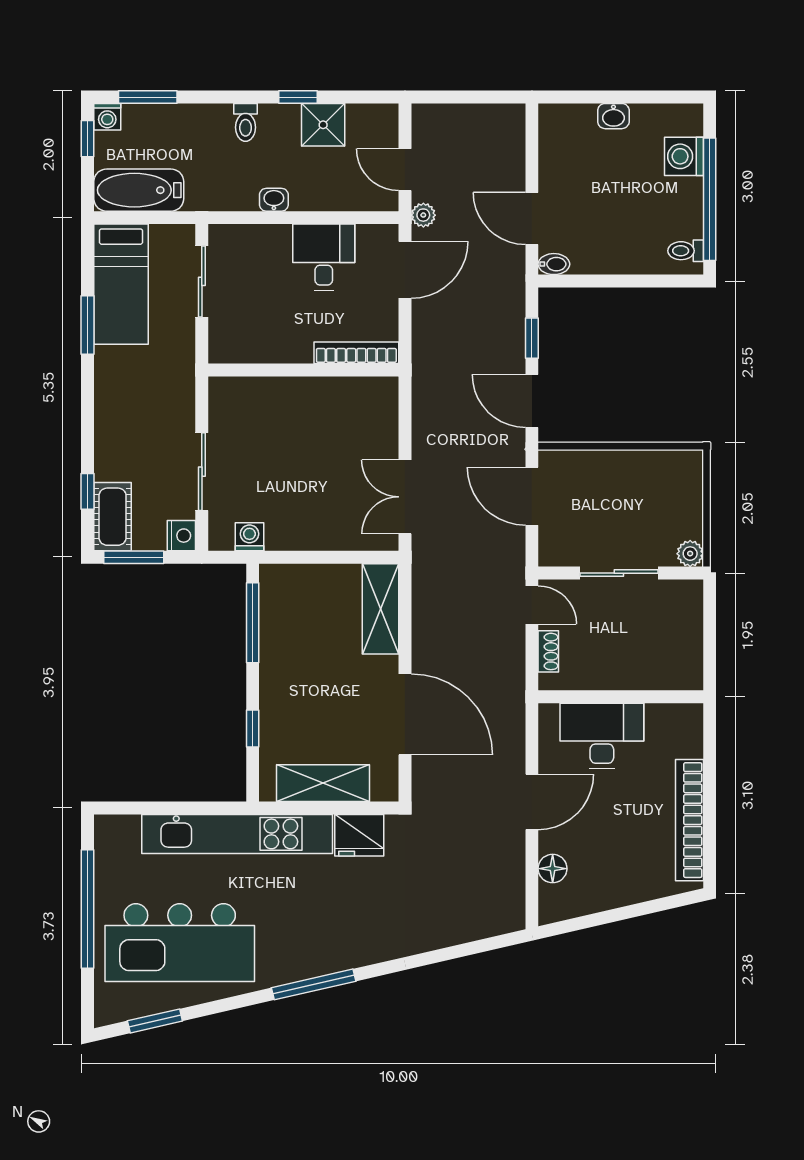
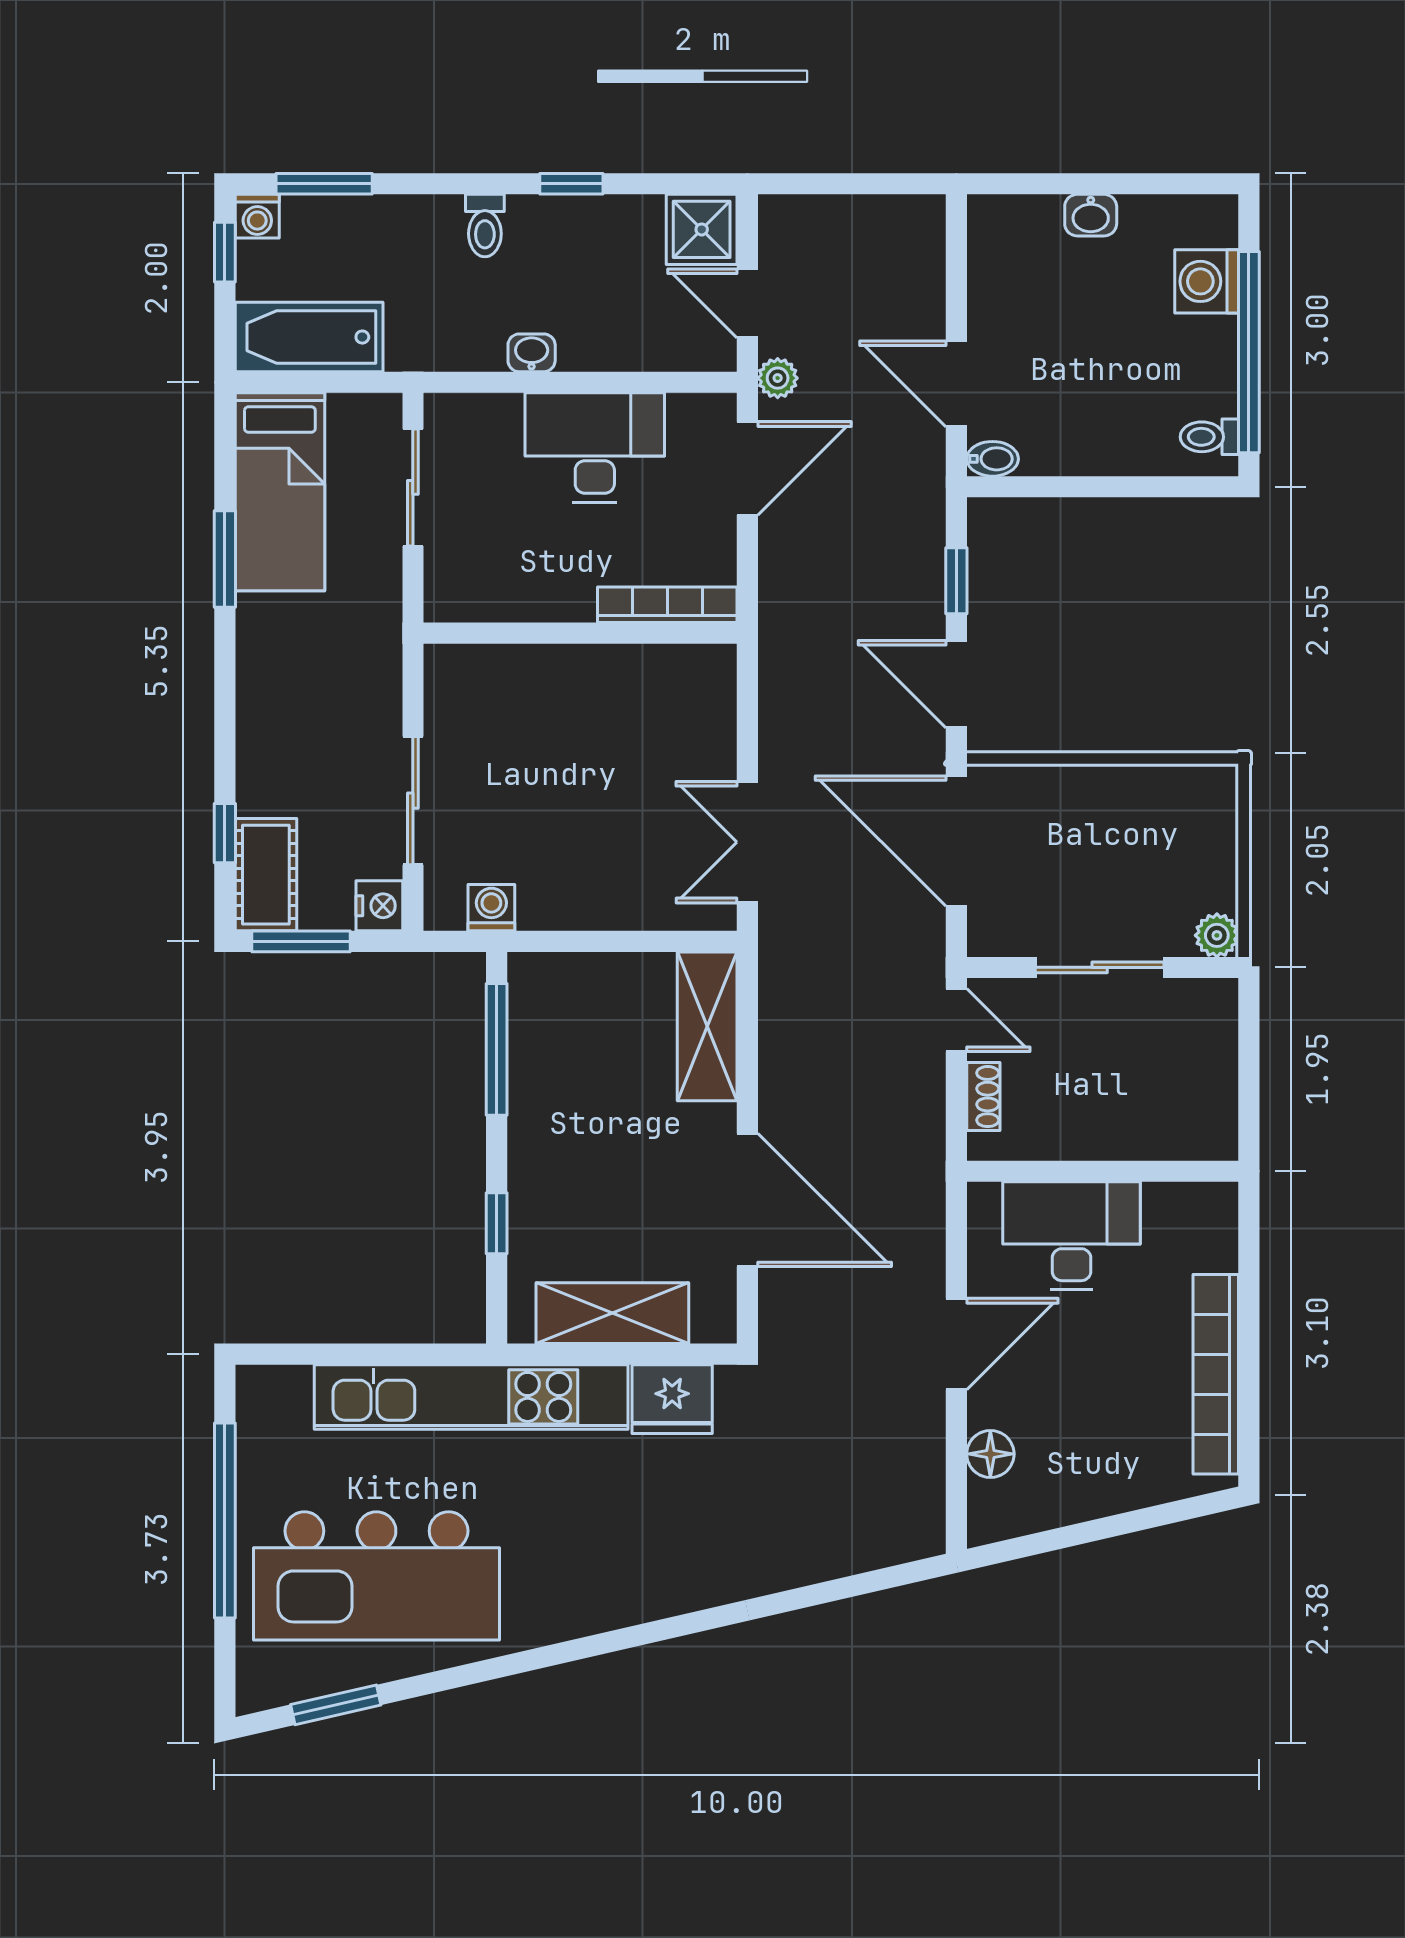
shower: (323, 125) -> (702, 229), moved
desk: (324, 257) -> (595, 447), width x1.37
door: (532, 496) -> (956, 841), width x1.36
window: (314, 984) -> (597, 1645), removed

